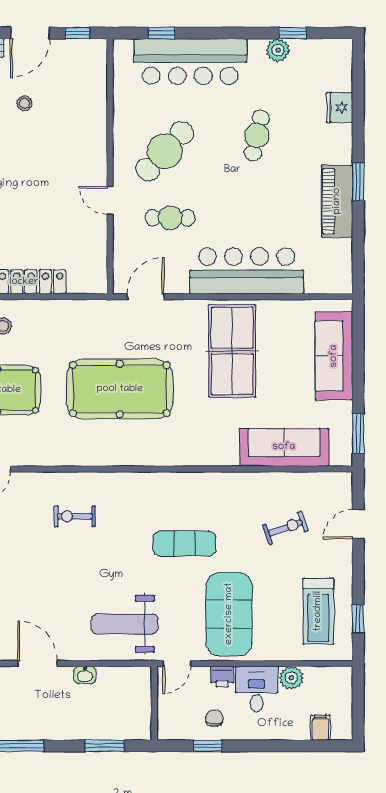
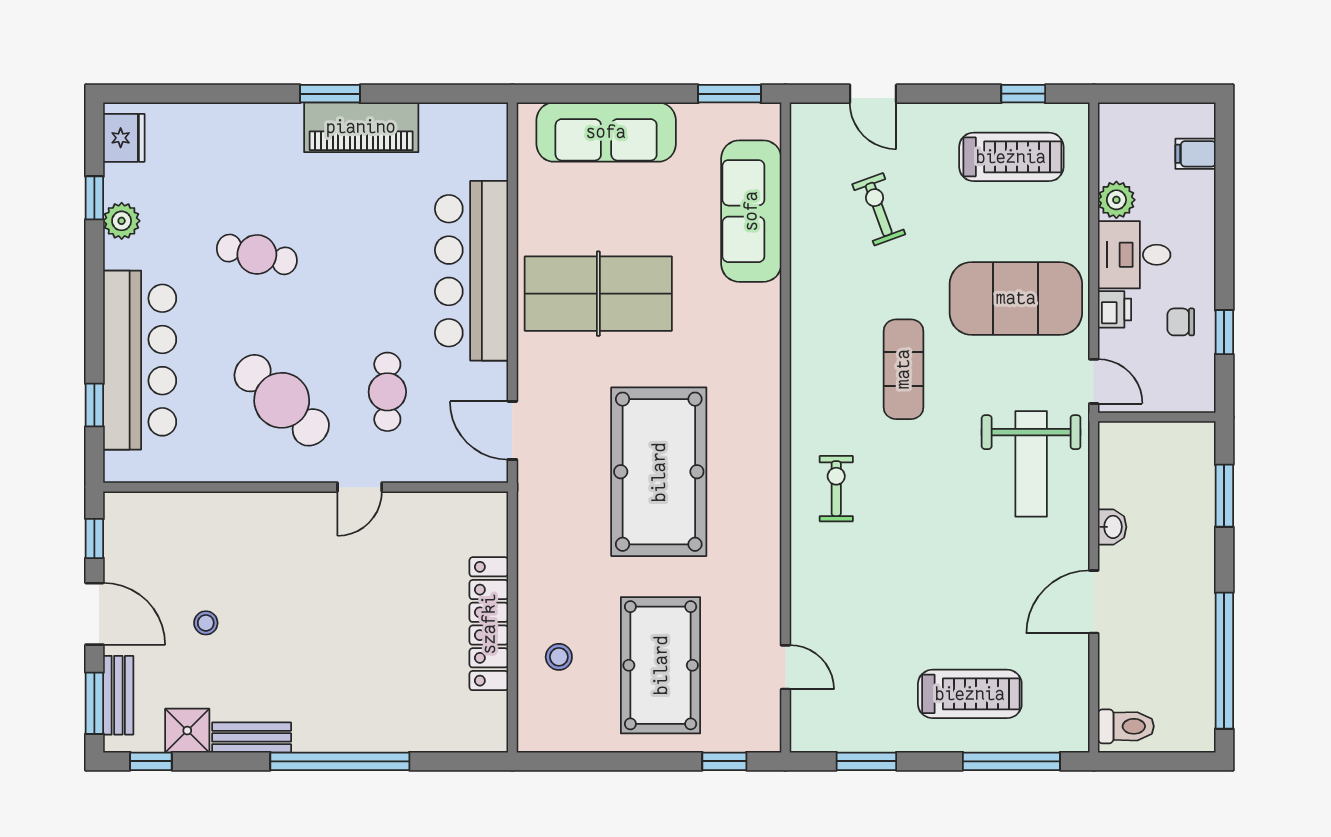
fridge: (340, 107) -> (124, 138), moved, turned -90
exercise bike: (75, 516) -> (836, 489), moved, turned 180

